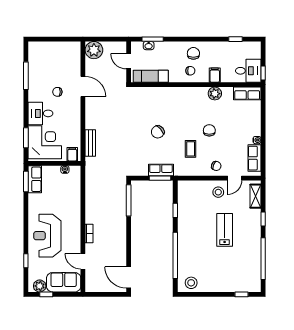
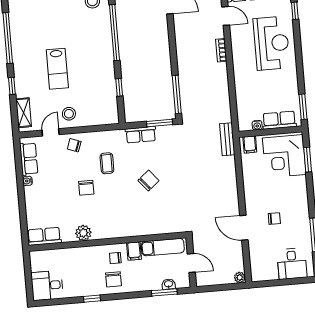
window: (236, 39) -> (92, 299), moved
plant: (94, 50) -> (240, 277), width x0.53, depth x0.53
desk: (248, 71) -> (47, 285), moved
window: (263, 73) -> (27, 263), removed
filing cabinet: (215, 75) -> (134, 251), moved
desk: (41, 113) -> (292, 264), moved, turned 90
bench: (90, 143) -> (227, 139), moved
window: (160, 178) -> (160, 123), moved
row of seats: (35, 179) -> (279, 120), moved, turned 90

